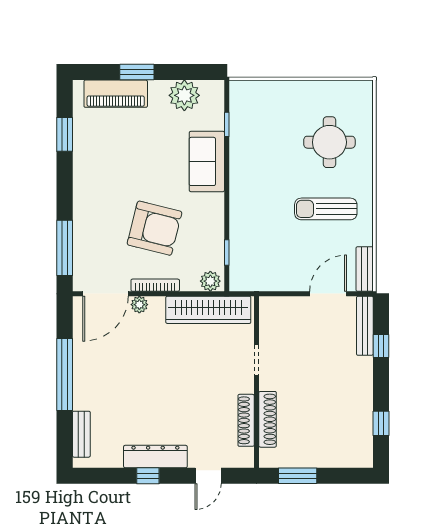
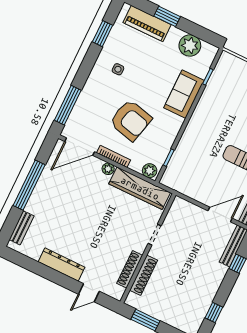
side table: (107, 171) -> (118, 69), added
plant: (139, 305) -> (108, 169), moved
window: (148, 476) -> (51, 274), removed

